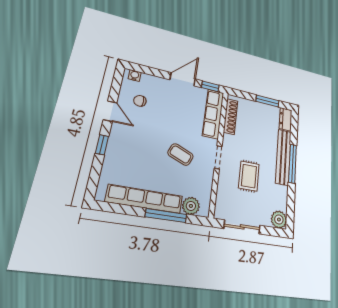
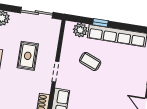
coffee table: (180, 155) -> (90, 61), moved
window: (166, 216) -> (100, 23), width x0.46

